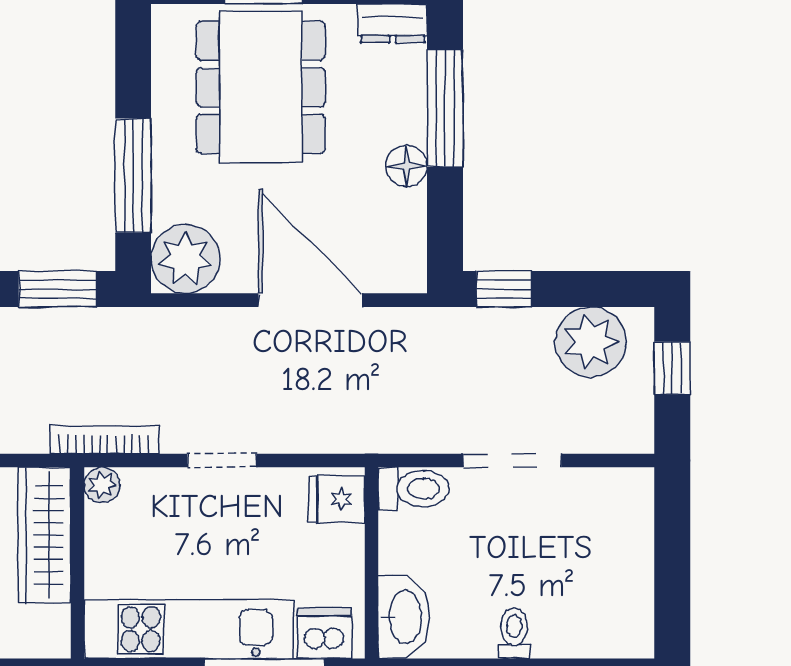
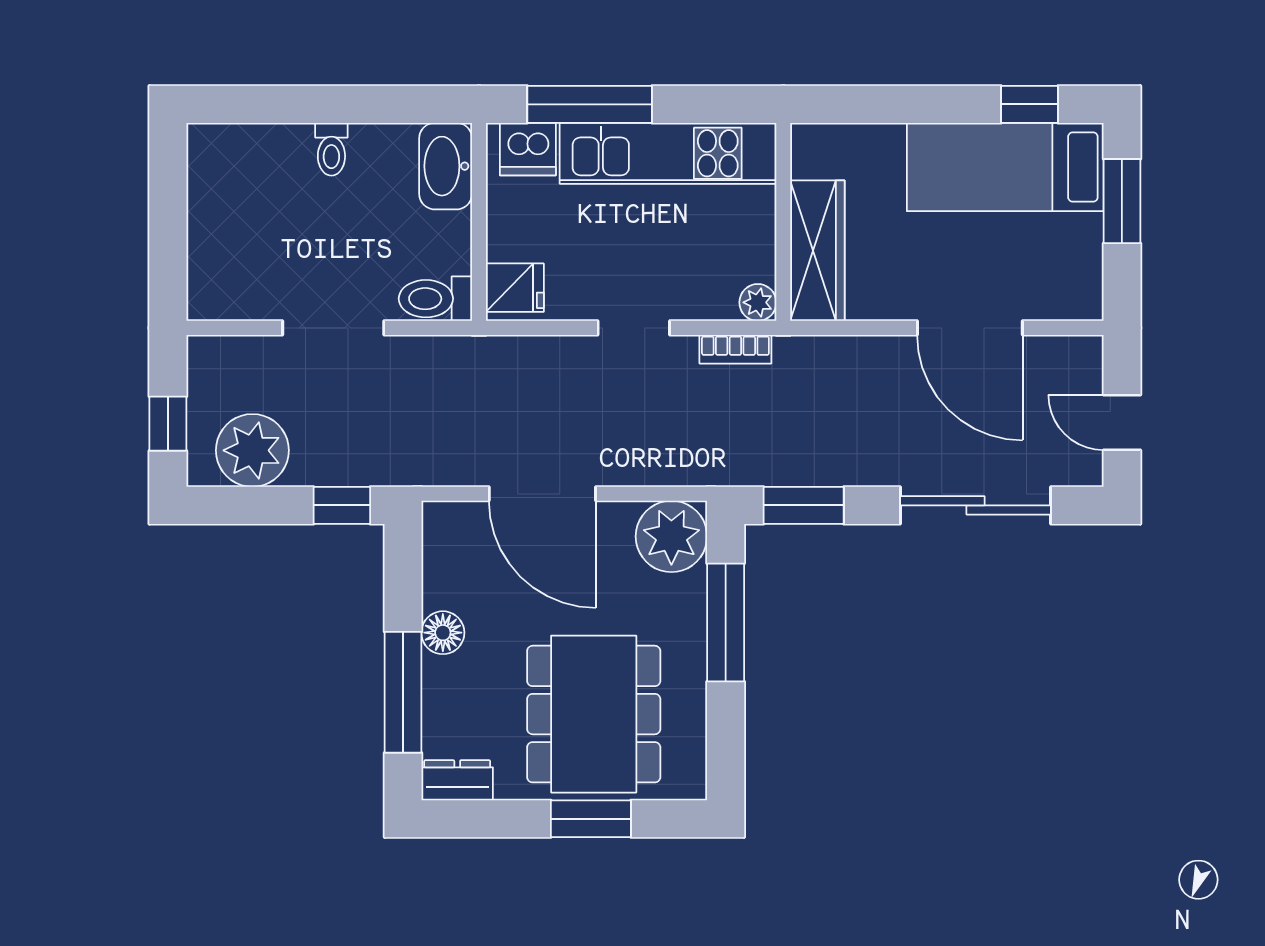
bookcase: (104, 440) -> (735, 349), width x0.64

